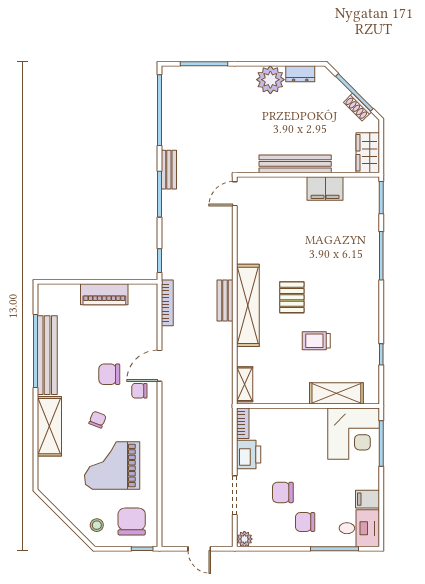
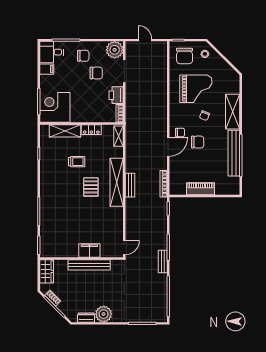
filing cabinet: (325, 189) -> (89, 251), moved
locker: (291, 395) -> (91, 130), added
plant: (244, 539) -> (115, 50), width x1.87, depth x1.87

